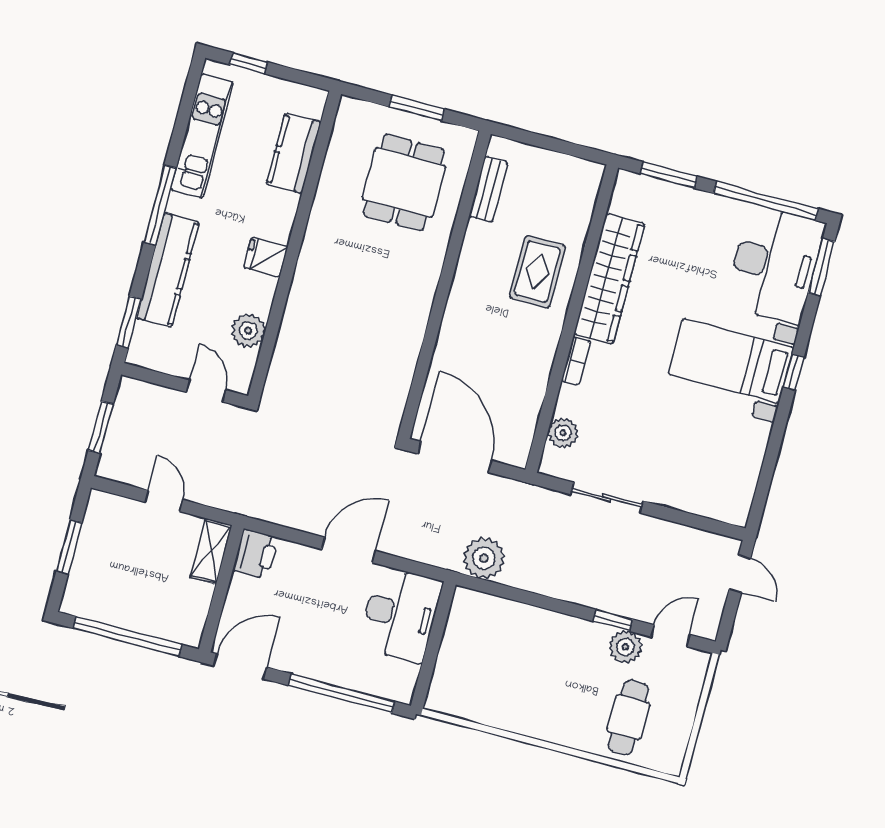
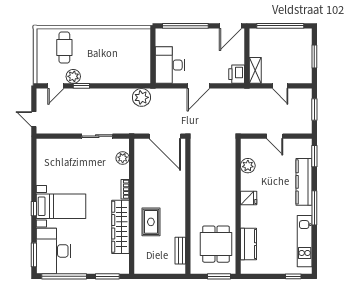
kitchen counter: (294, 153) -> (248, 244), moved
wall: (295, 245) -> (238, 206), moved
fridge: (266, 257) -> (249, 198), moved
plant: (248, 331) -> (248, 166), moved

